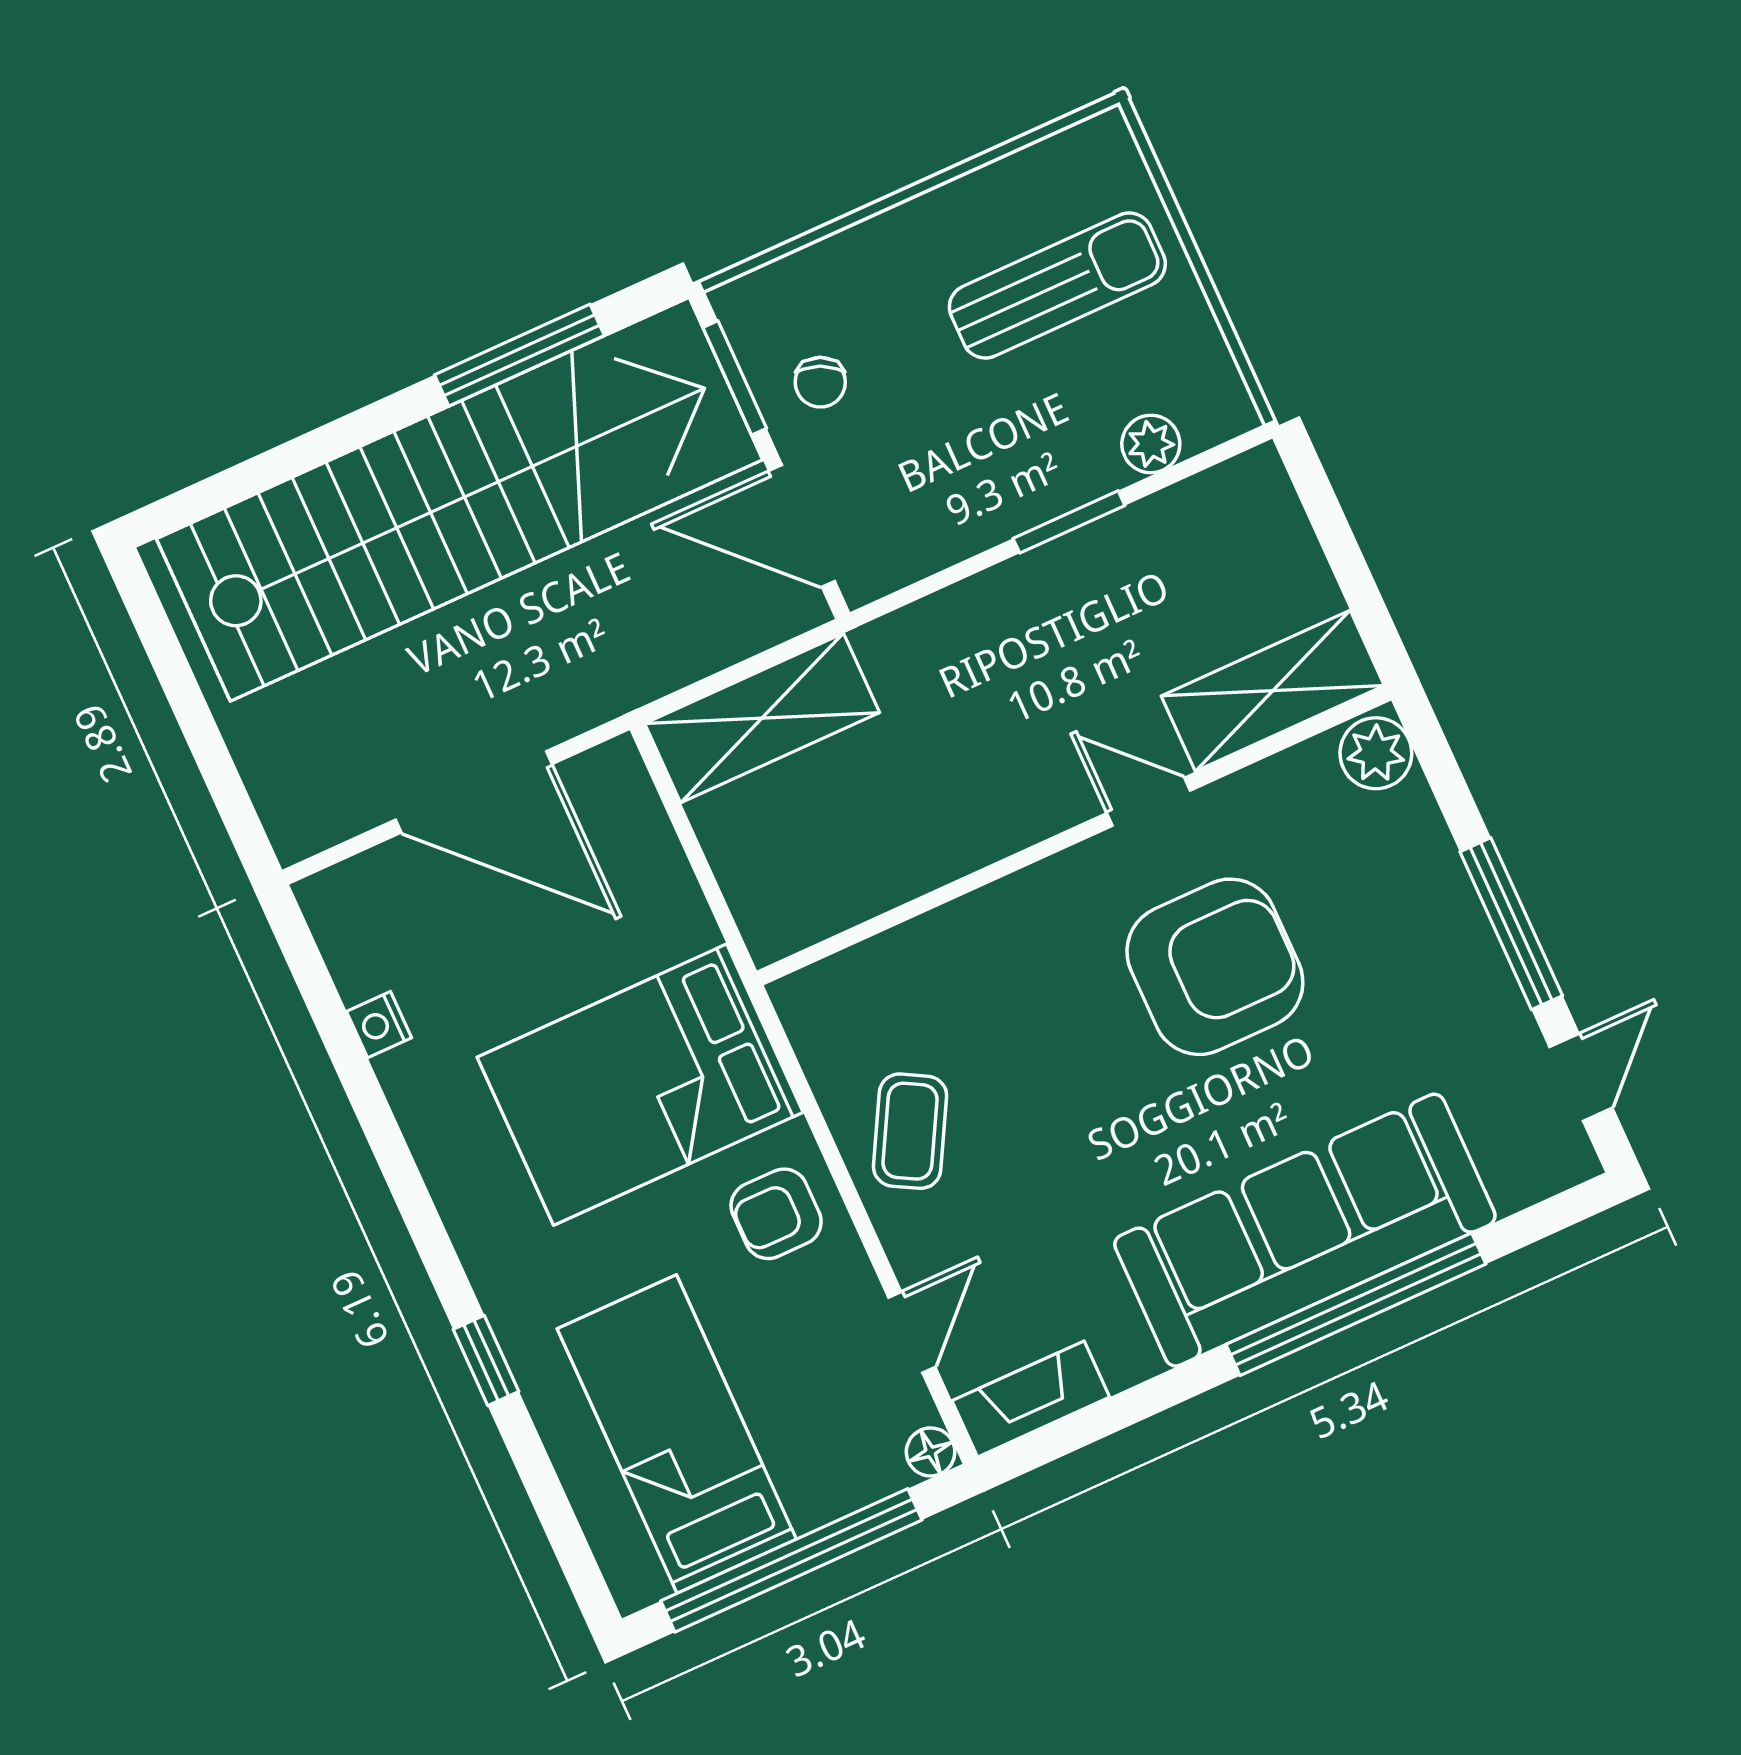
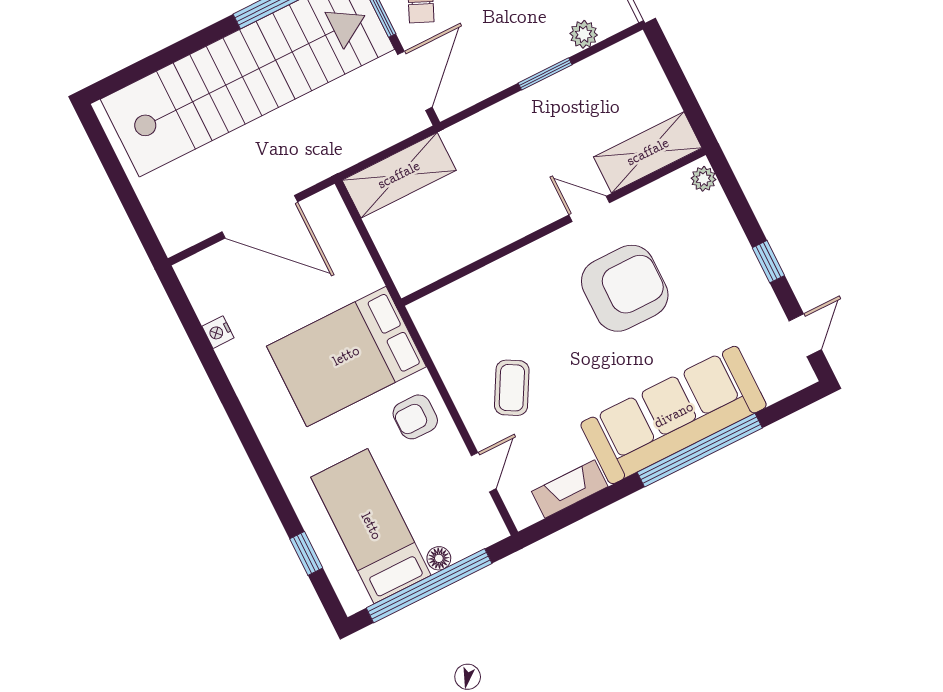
door: (802, 526) -> (415, 81), swing flipped
plant: (1376, 753) -> (703, 179), width x0.73, depth x0.73
window: (1511, 924) -> (768, 262), width x0.46
coffee table: (910, 1131) -> (512, 388), moved
window: (486, 1360) -> (306, 553), moved
fireplace: (1031, 1399) -> (570, 489), moved
floor lamp: (931, 1452) -> (439, 558), moved

